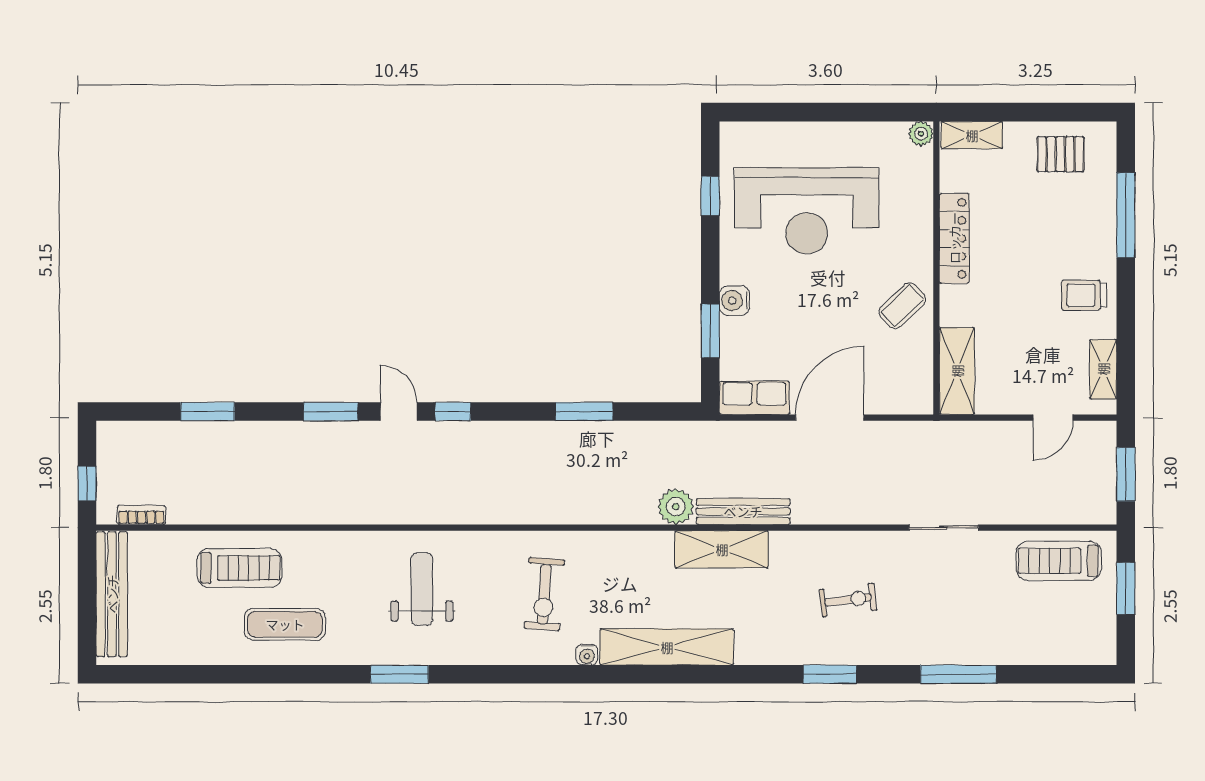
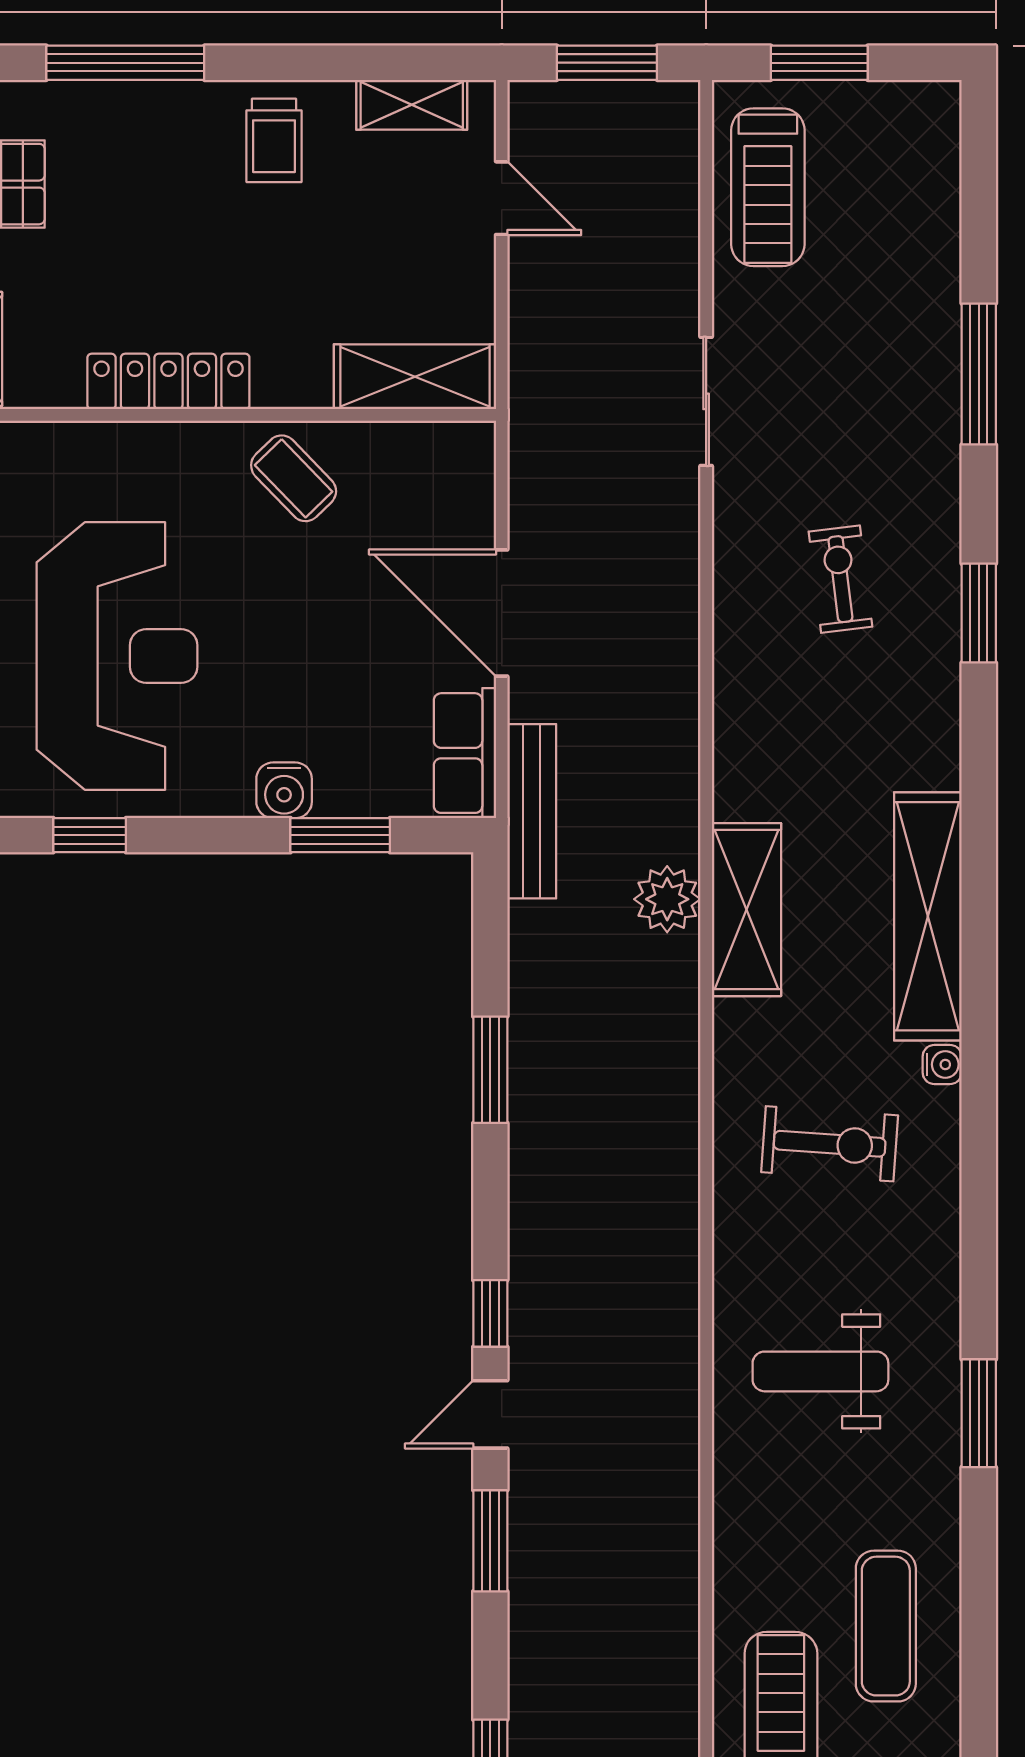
bench: (743, 511) -> (532, 811), moved
shelving: (722, 549) -> (746, 910), moved

